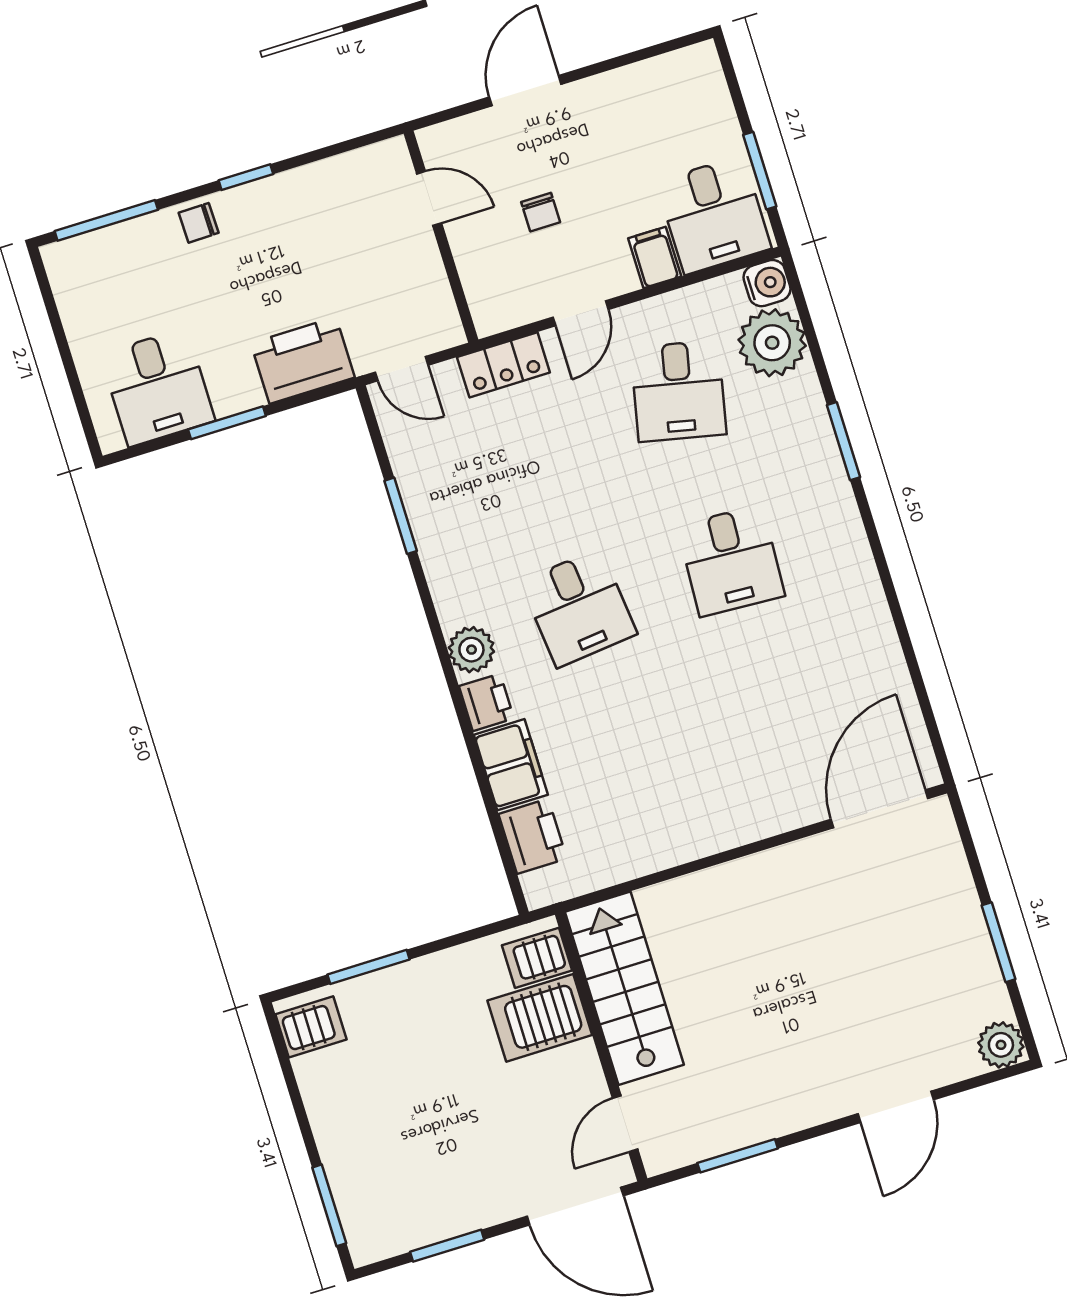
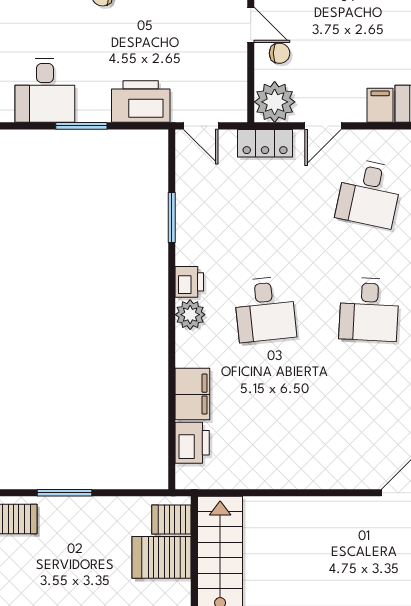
chair: (541, 212) -> (280, 53), moved, turned -90
plant: (499, 300) -> (275, 102), added
printer: (486, 702) -> (189, 282), moved

